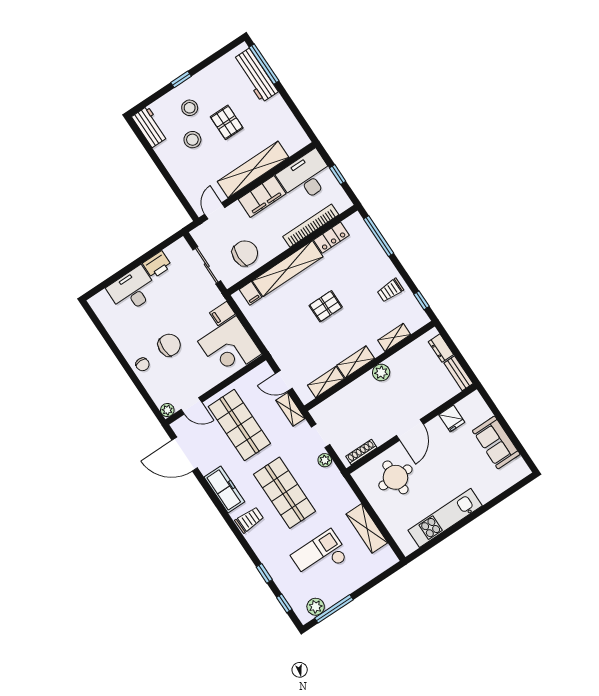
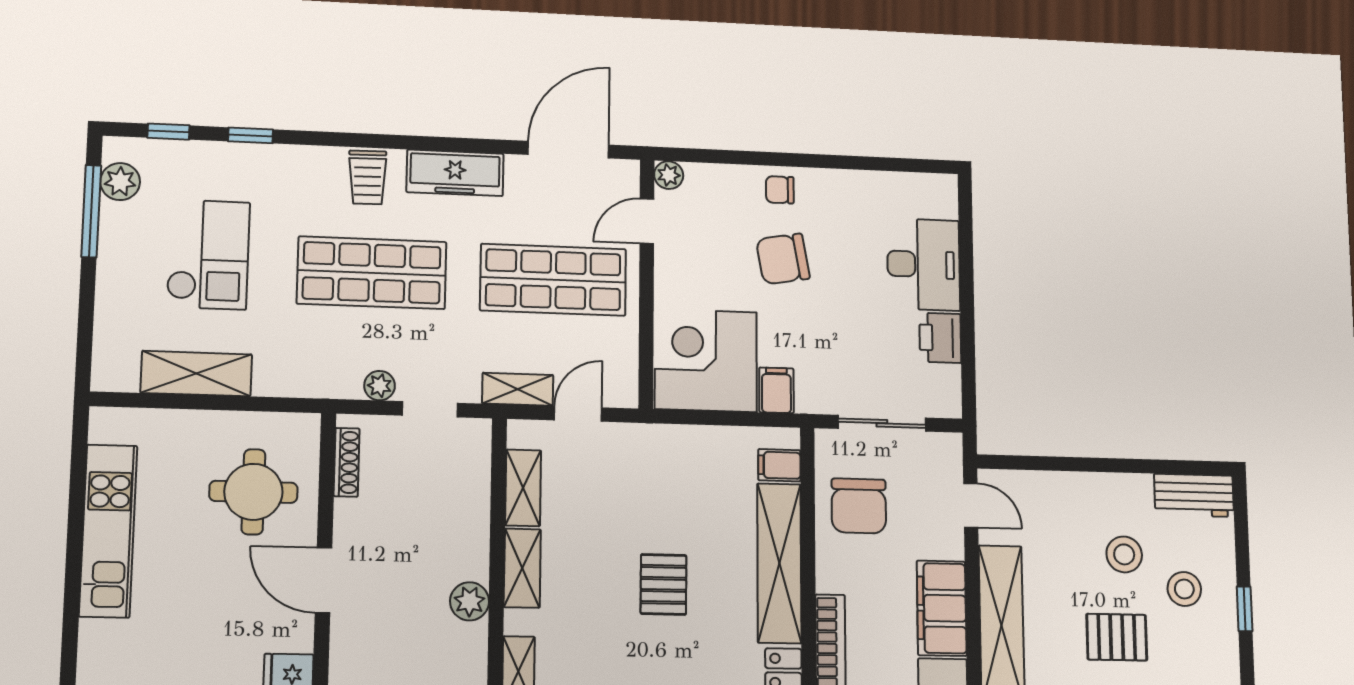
chair: (169, 345) -> (783, 259), turned 80

